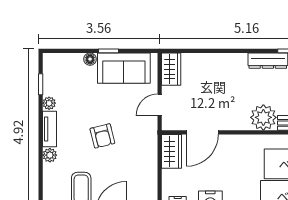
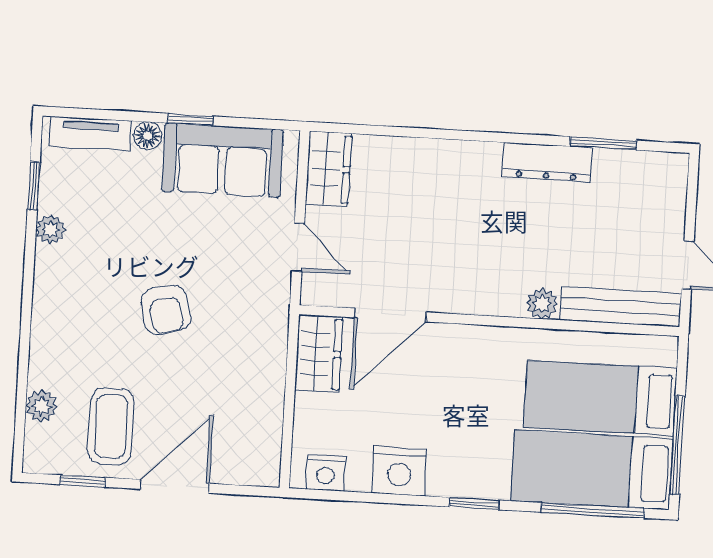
door: (160, 105) -> (298, 247), swing flipped
plant: (263, 117) -> (542, 304), width x0.53, depth x0.53
tv unit: (50, 129) -> (90, 134), moved, turned 90
plant: (50, 155) -> (41, 406), moved

